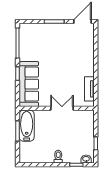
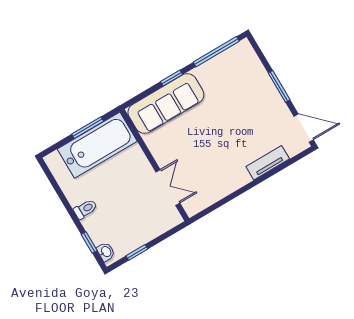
tv unit: (89, 89) -> (268, 163), moved
double door: (62, 108) -> (168, 188), moved
bathtub: (27, 126) -> (97, 145), width x1.36, depth x1.36

